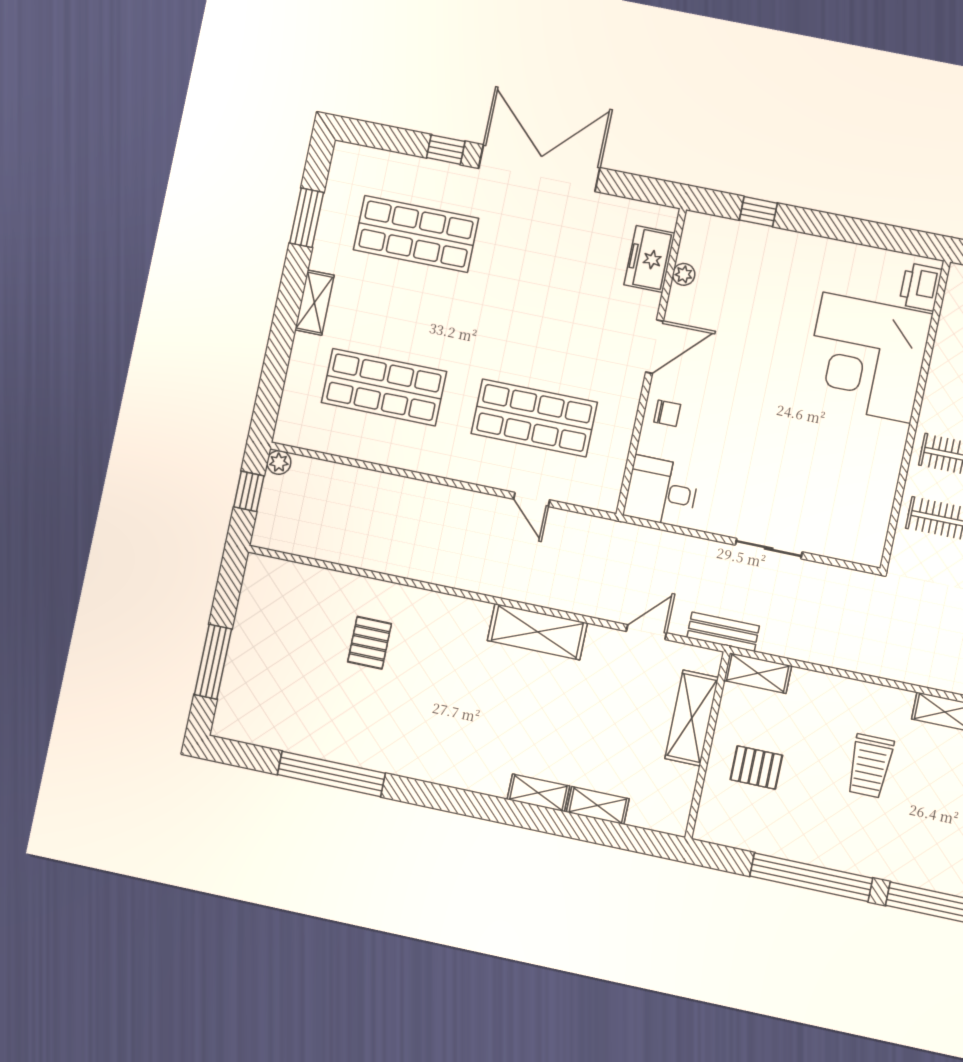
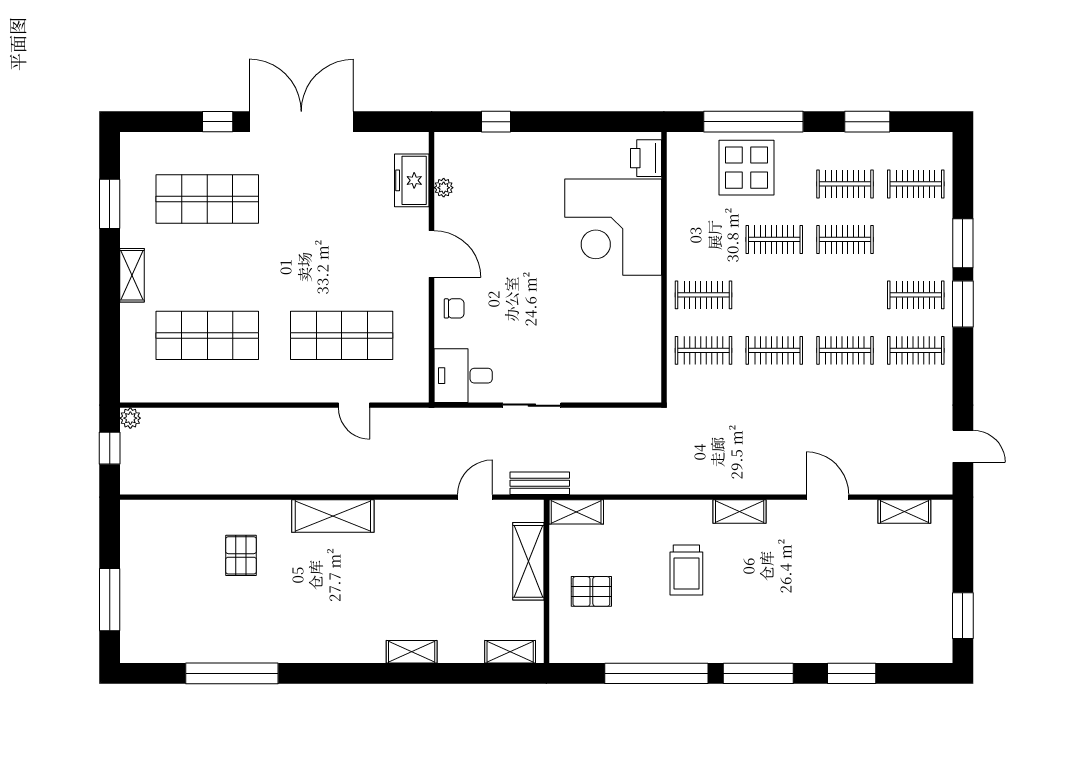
door: (654, 347) -> (432, 254), hinge flipped
sliding door: (769, 549) -> (532, 405), moved
shelving: (537, 632) -> (333, 516), moved
shelving: (598, 806) -> (510, 652), moved

